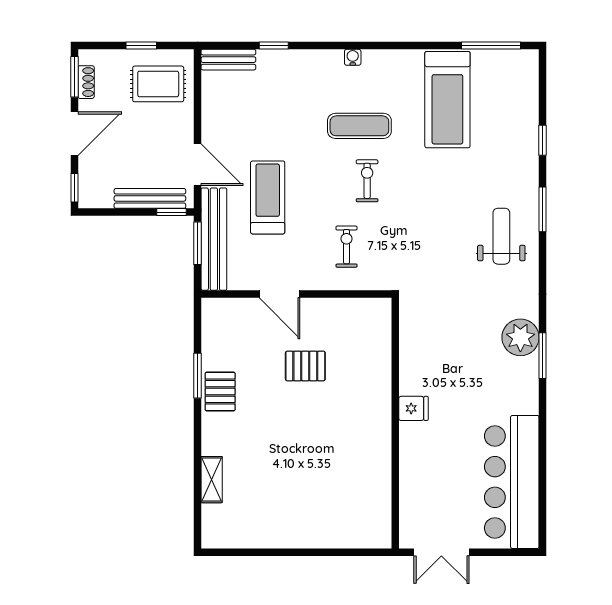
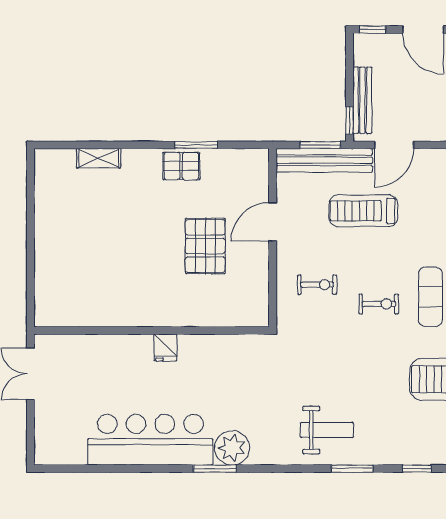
treadmill: (268, 197) -> (363, 211), turned 180
pallet: (305, 366) -> (205, 246), width x1.50, depth x1.42
bar counter: (512, 482) -> (150, 440), moved

